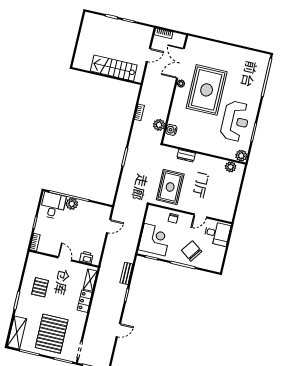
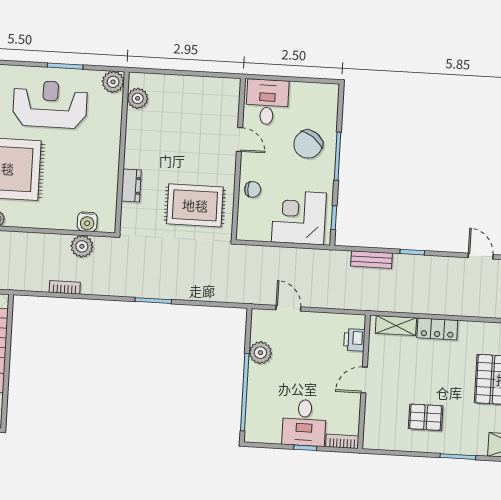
plant: (72, 204) -> (260, 353), moved
desk: (53, 206) -> (304, 423), moved, turned -90

